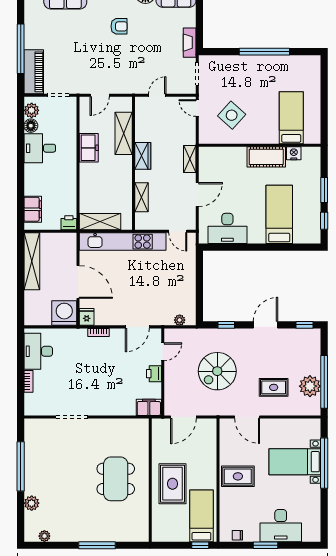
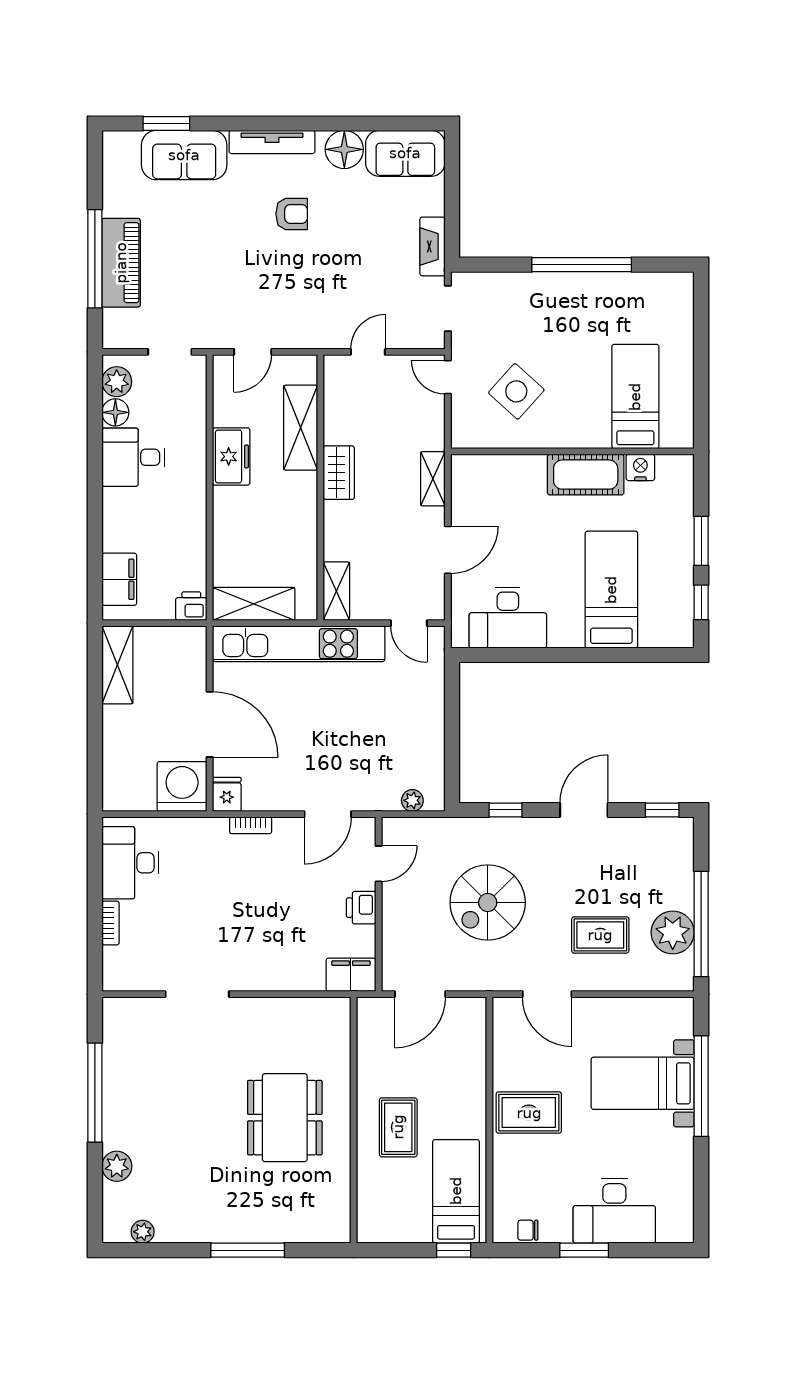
piano: (34, 72) -> (121, 263), moved
shelving: (142, 197) -> (336, 591), moved
shelving: (32, 261) -> (117, 665), width x0.68
rug: (172, 484) -> (398, 1127), width x0.73, depth x0.70

